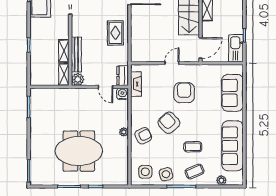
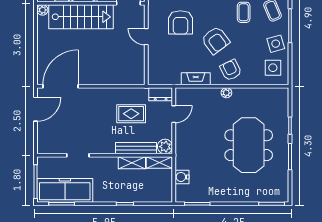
rug: (115, 33) -> (131, 114), moved
fireplace: (136, 84) -> (196, 79), moved
armchair: (184, 93) -> (180, 22), turned -90
water cooler: (122, 94) -> (182, 177), moved
armchair: (169, 123) -> (216, 40), turned -85

